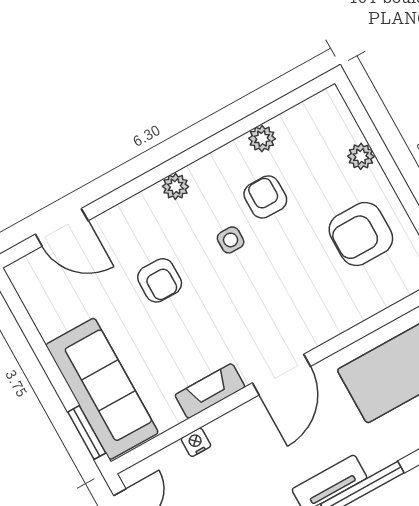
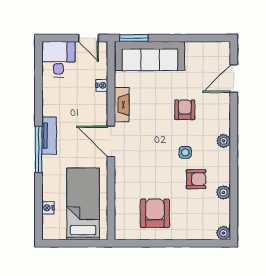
plant: (361, 156) -> (224, 233), moved
armchair: (160, 280) -> (185, 110), turned 90

